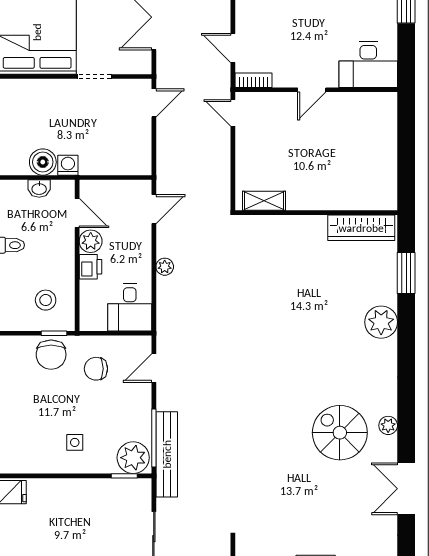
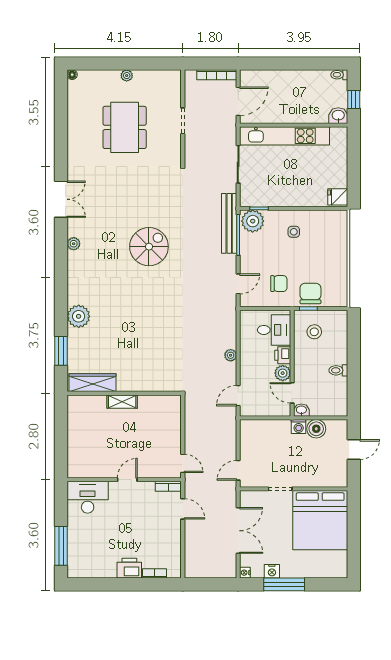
washbasin: (39, 189) -> (301, 410), moved
shelving: (264, 201) -> (122, 402), moved
desk: (130, 307) -> (274, 330), moved, turned 90
spiral stairs: (340, 433) -> (149, 247), moved, turned -90

